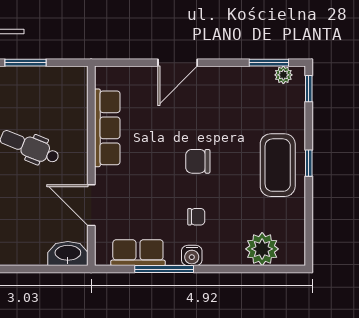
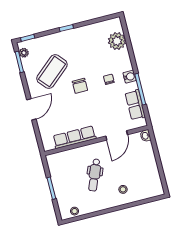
door: (178, 63) -> (31, 109), hinge flipped
coffee table: (278, 165) -> (52, 72), moved, turned -41
washbasin: (68, 253) -> (145, 136), width x0.52, depth x0.69

